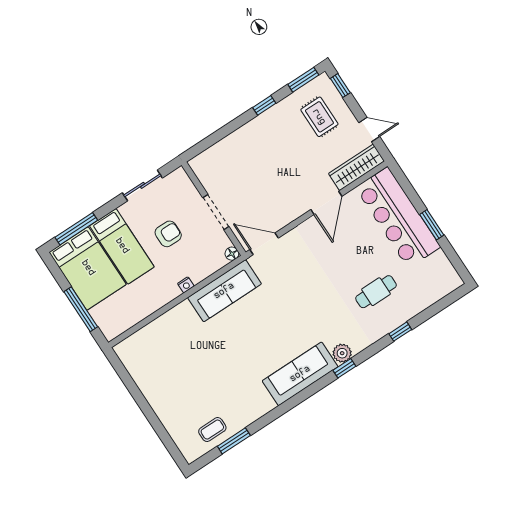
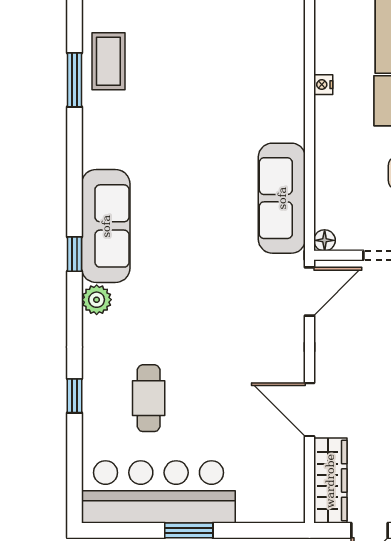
bar counter: (398, 217) -> (158, 492), moved
nightstand: (186, 285) -> (323, 85), moved
window: (344, 368) -> (75, 254), moved
coffee table: (212, 430) -> (108, 61), width x1.36, depth x1.30

